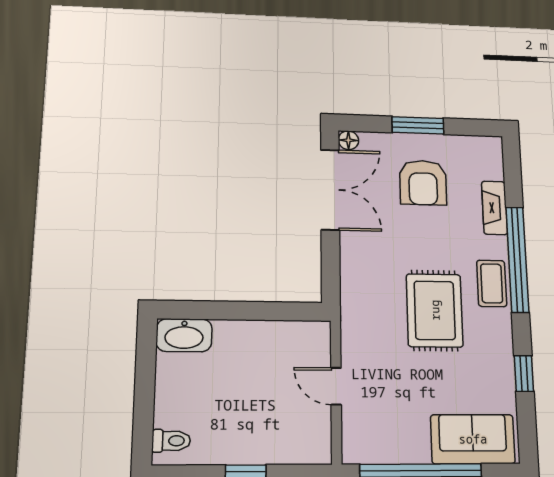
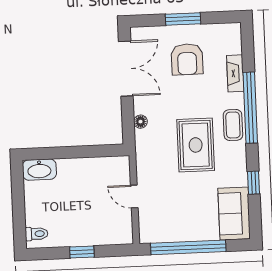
floor lamp: (348, 140) -> (140, 122), moved
sofa: (473, 439) -> (234, 214), moved, turned -90

